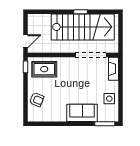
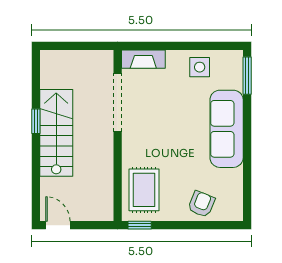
stairs: (83, 27) -> (56, 133), width x0.73, depth x0.66
door: (25, 41) -> (58, 225), moved
sofa: (82, 113) -> (227, 129), width x1.36

